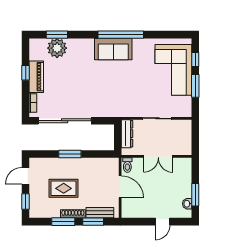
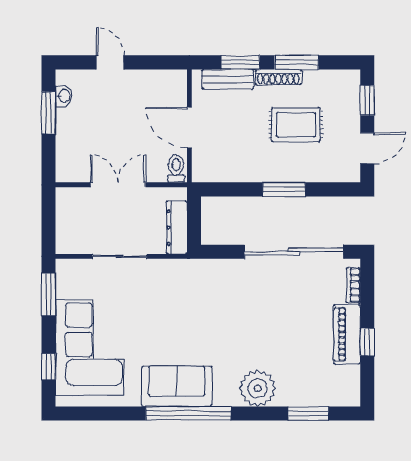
plant: (57, 48) -> (258, 388), moved
sofa: (113, 49) -> (177, 386), moved
window: (195, 86) -> (49, 294), moved
door: (162, 222) -> (110, 62), hinge flipped

